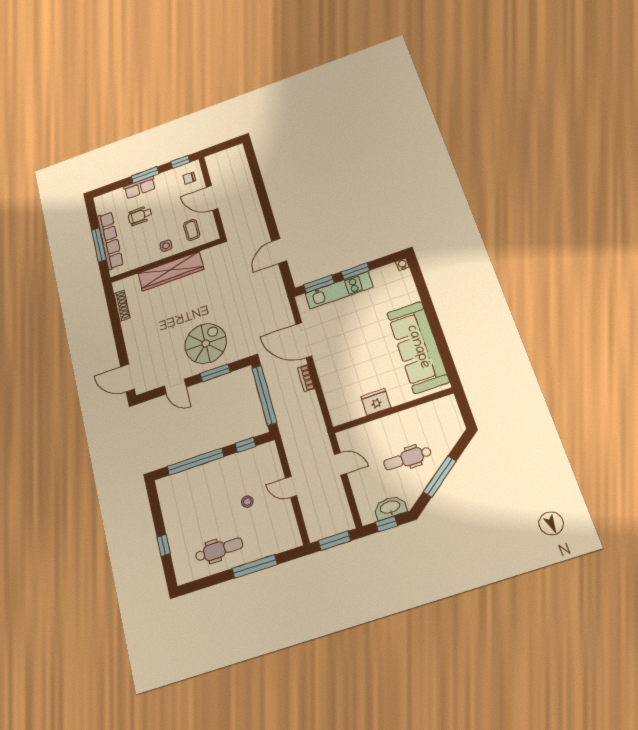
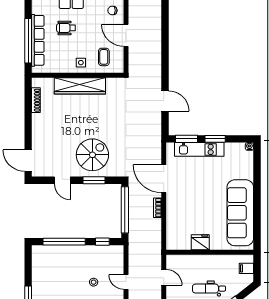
window: (99, 245) -> (28, 41), width x1.46
door: (279, 251) -> (165, 101), swing flipped
filing cabinet: (450, 414) -> (246, 268), added

